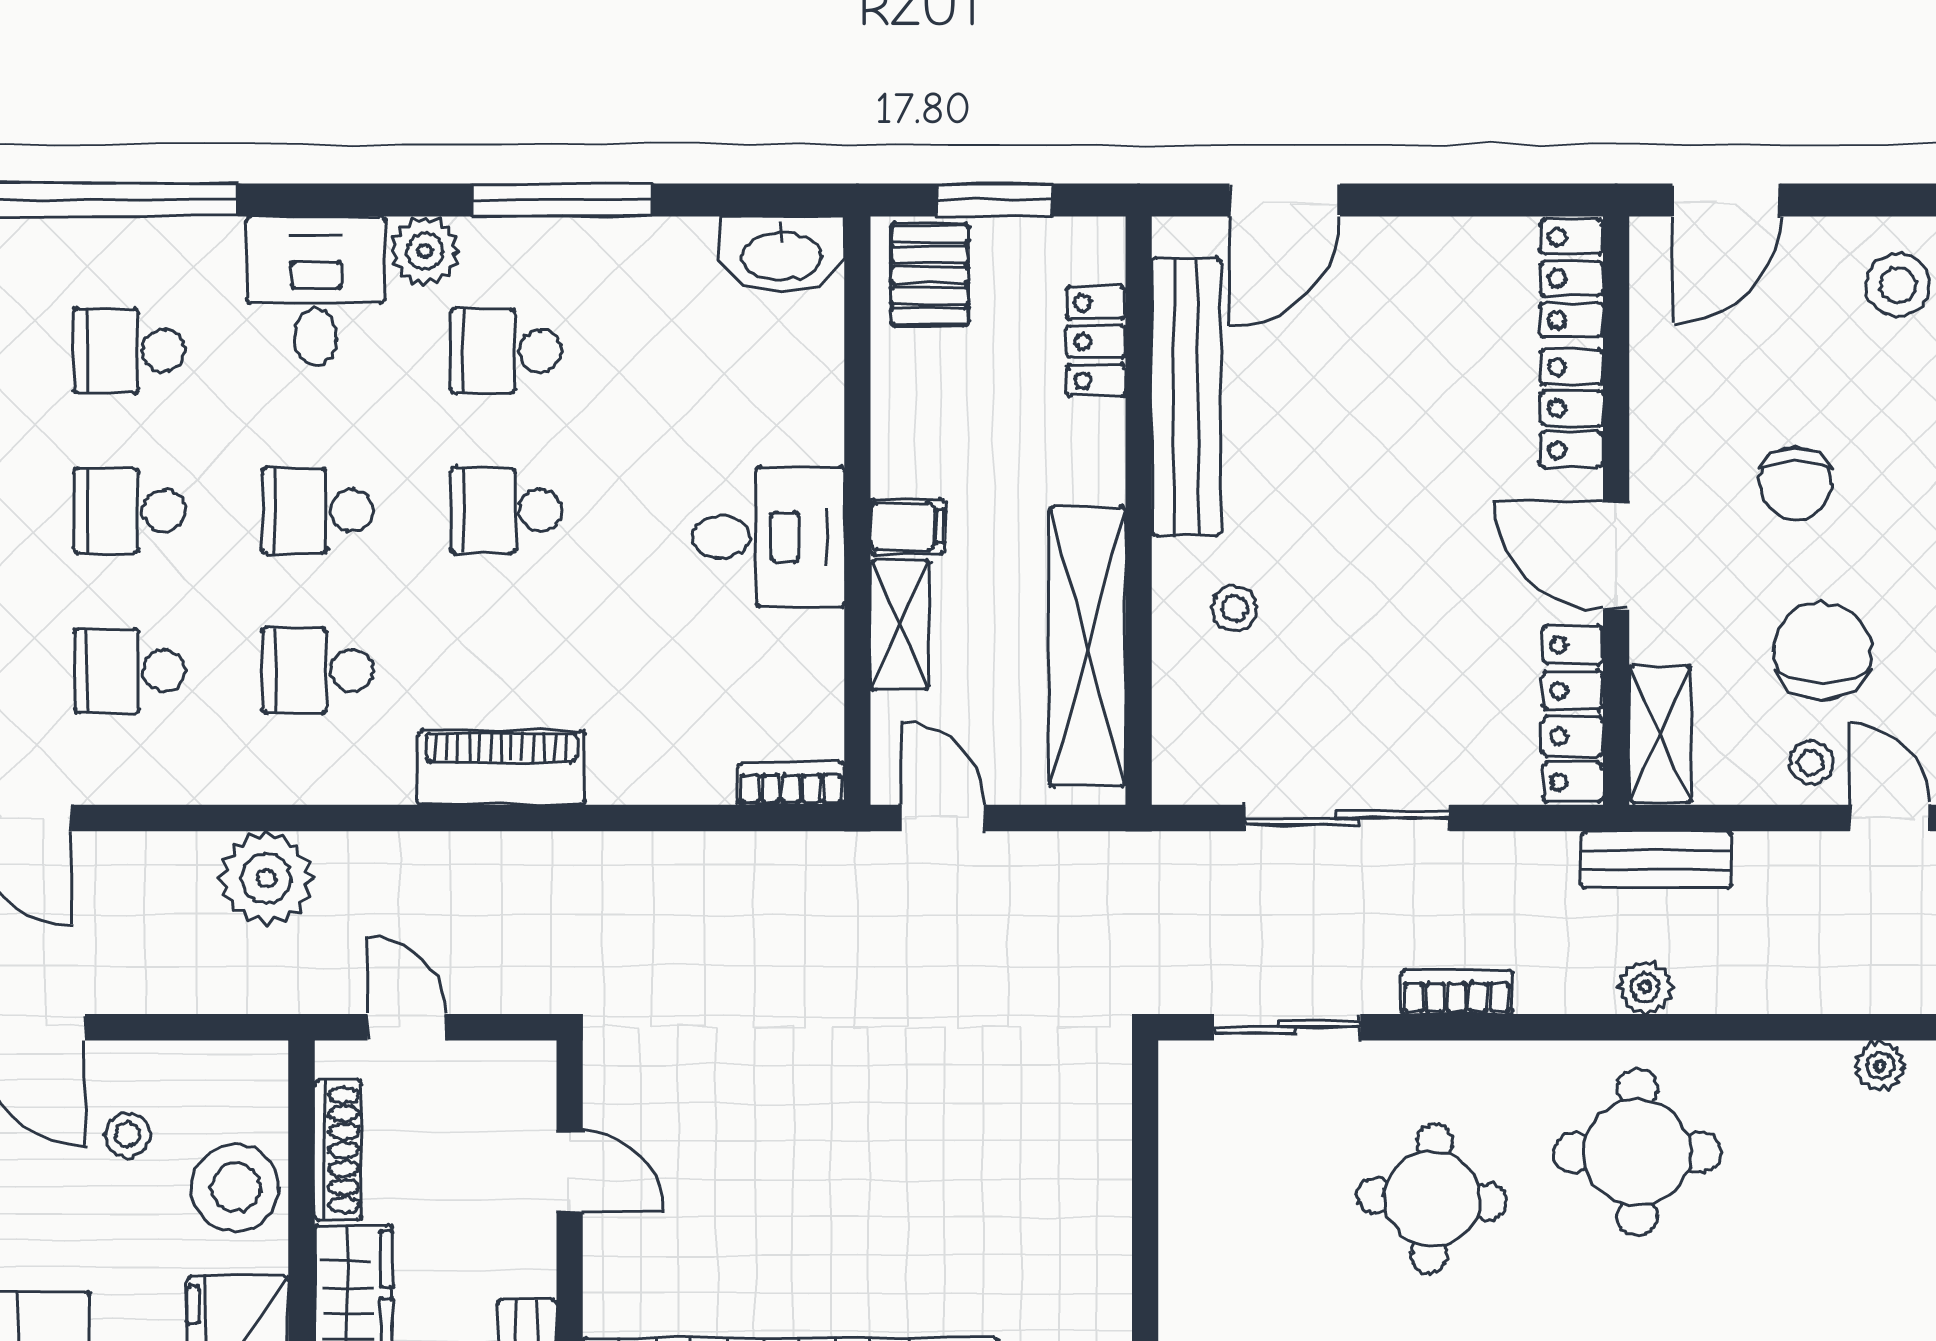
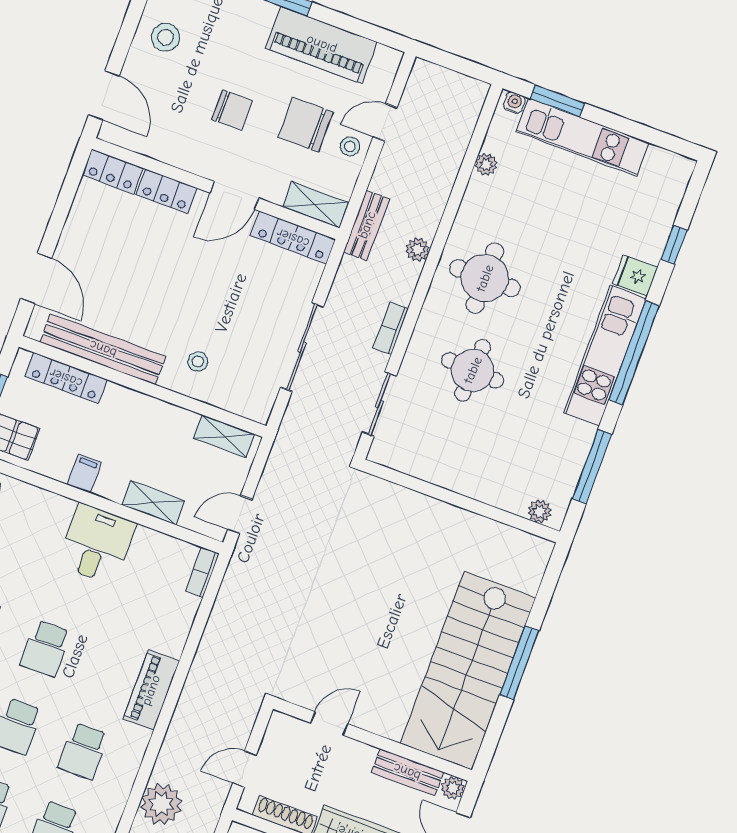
locker: (1096, 342) -> (66, 378), width x1.53
filing cabinet: (908, 527) -> (84, 474), moved
shelving: (1087, 647) -> (224, 436), width x0.45, depth x0.75

